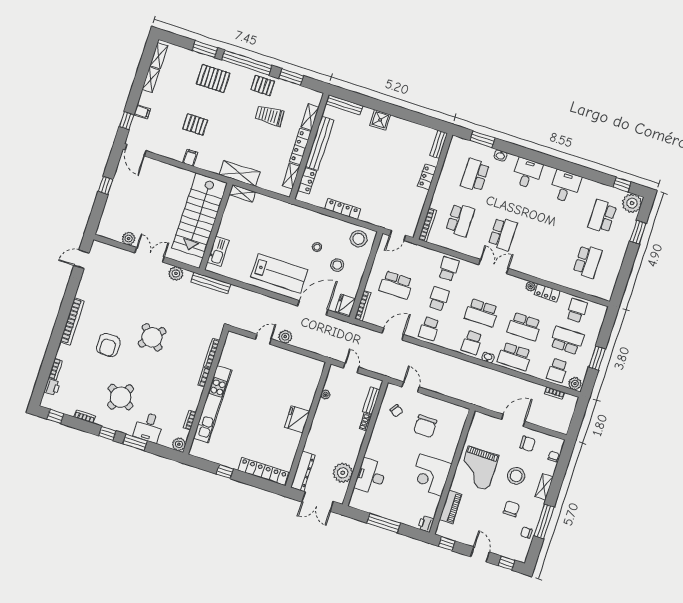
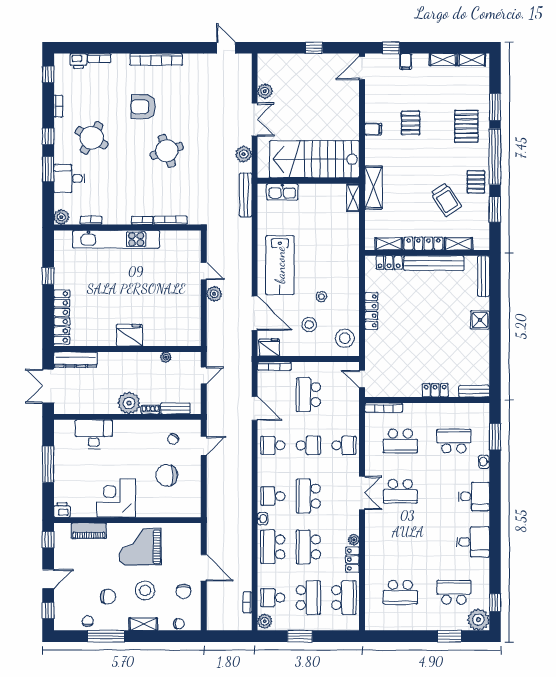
trolley: (270, 116) -> (446, 200), turned 151
school desk: (577, 310) -> (344, 598), width x1.85
round table: (152, 337) -> (167, 151), turned 30
plant: (343, 473) -> (129, 403), moved

